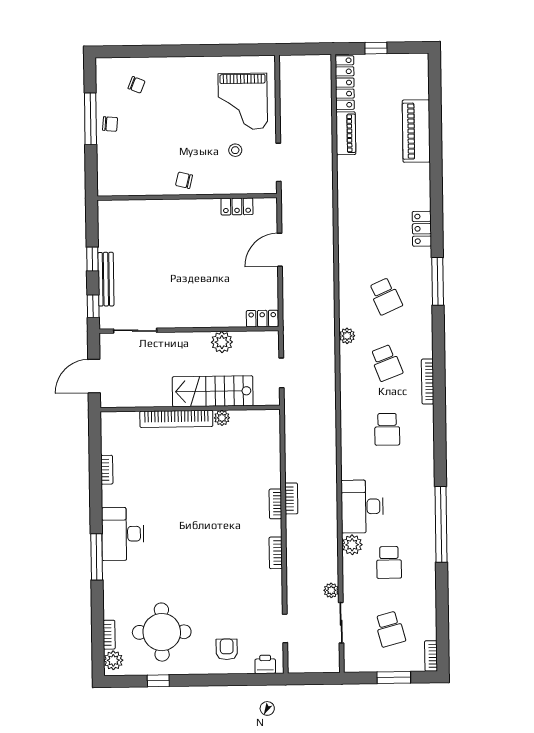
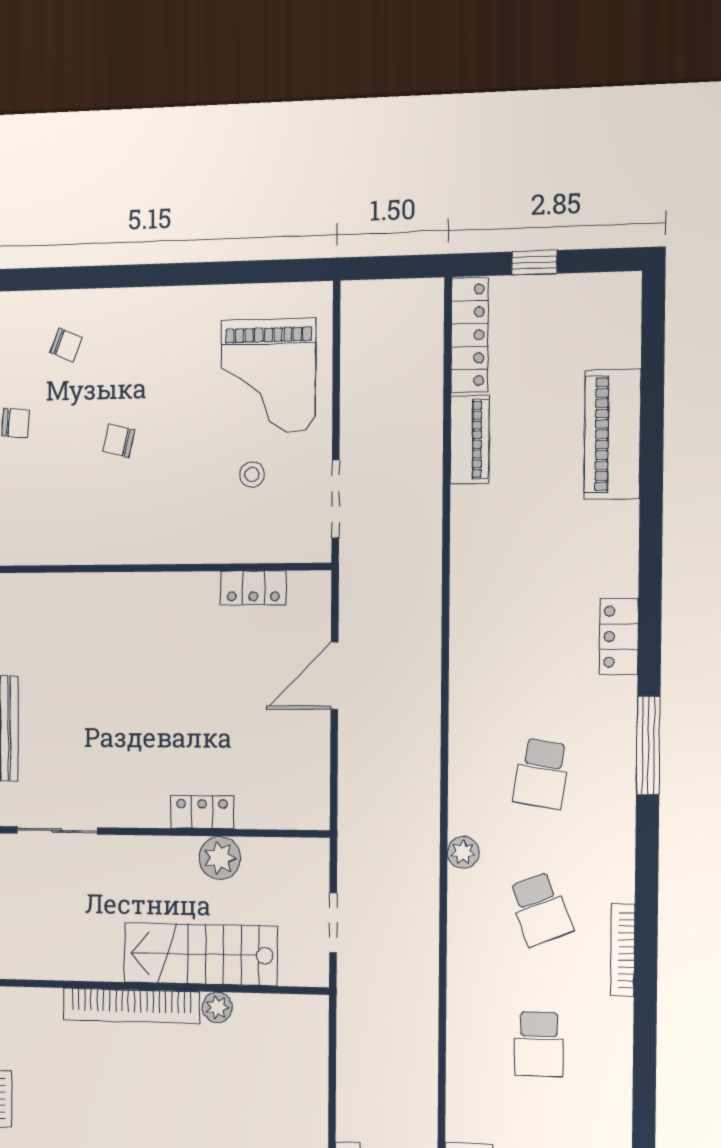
chair: (184, 180) -> (119, 441), moved
school desk: (385, 296) -> (541, 774), turned 33
locker: (262, 319) -> (202, 812), moved

